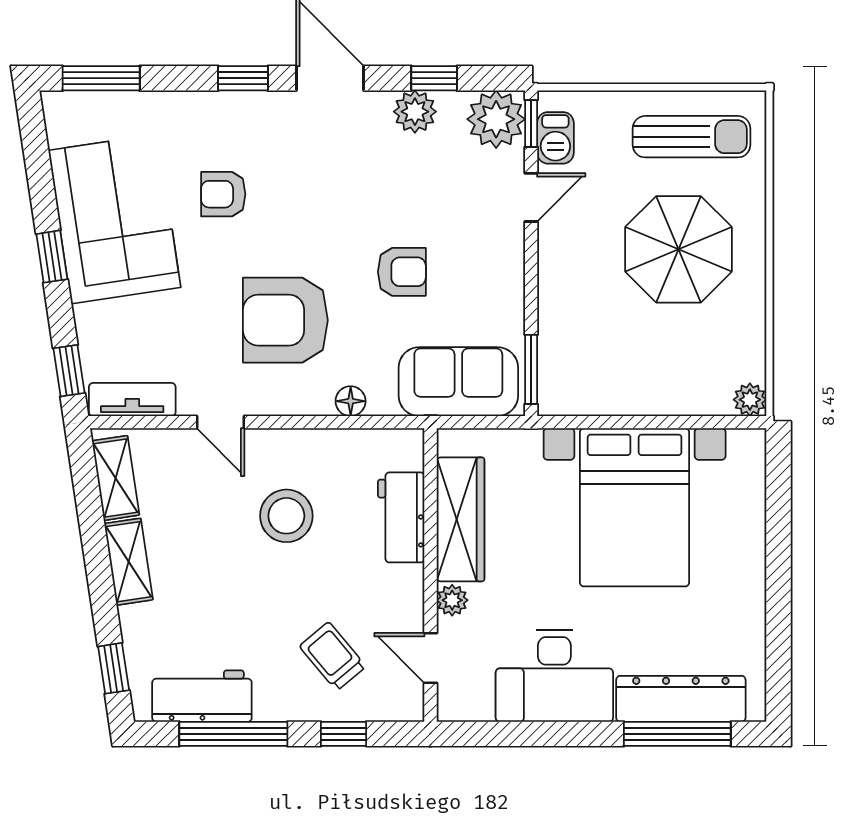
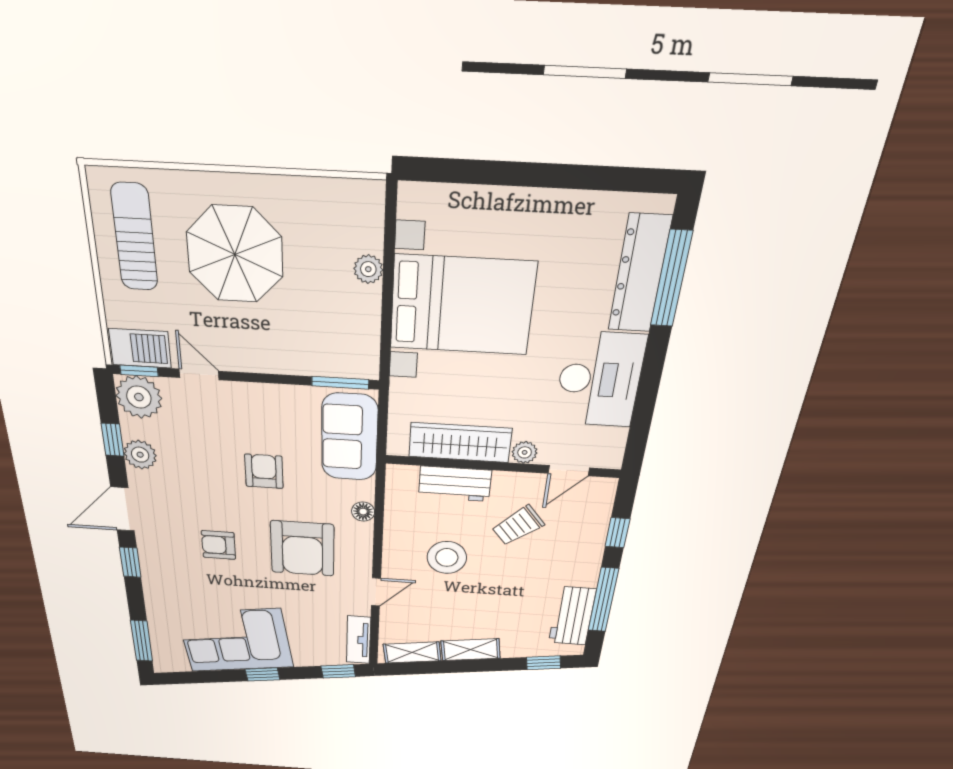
barbecue: (555, 138) -> (140, 348), width x1.38, depth x1.27
armchair: (223, 194) -> (219, 545), moved, turned 90
plant: (750, 400) -> (368, 269), moved
trolley: (333, 656) -> (518, 526), moved

